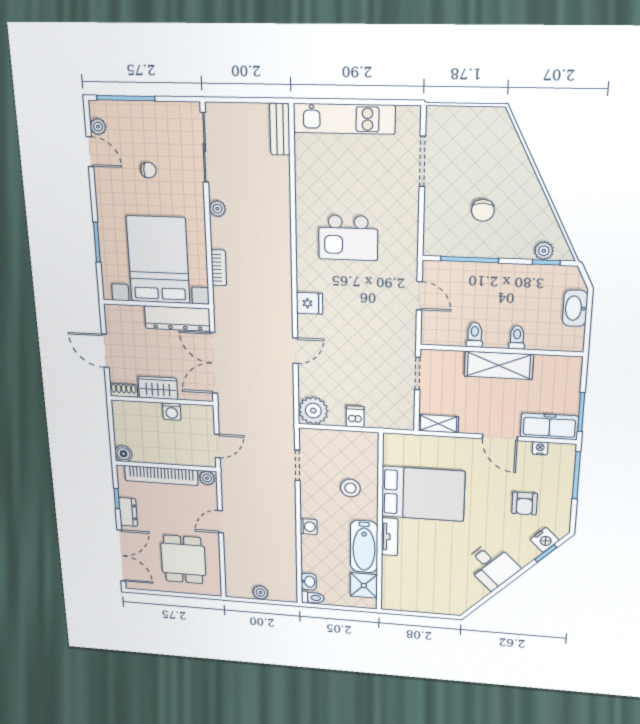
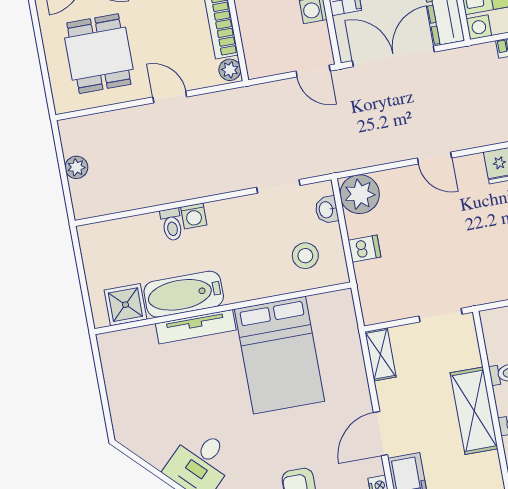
door: (217, 446) -> (313, 71), moved
stool: (350, 488) -> (305, 256), moved
tv unit: (390, 537) -> (196, 327), width x1.41
dining table: (183, 559) -> (99, 54), turned 90
washbasin: (309, 582) -> (327, 210), moved, turned 90
toilet: (313, 598) -> (172, 224), moved

